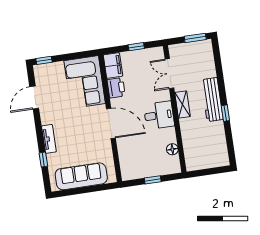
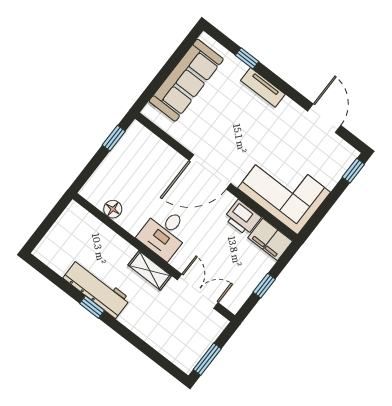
workbench: (212, 100) -> (97, 289), moved
window: (153, 180) -> (114, 138), moved

